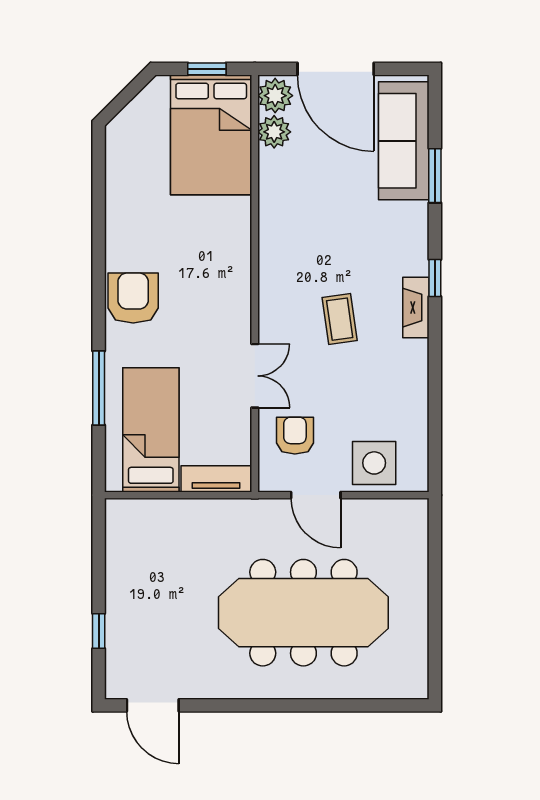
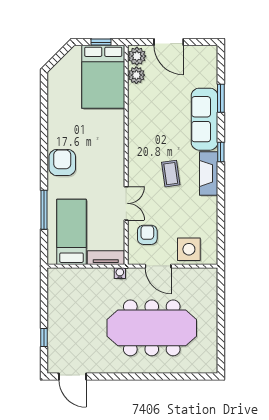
door: (336, 69) -> (169, 42), width x0.73
sofa: (404, 141) -> (204, 119), moved
fireplace: (416, 308) -> (209, 173), width x1.37, depth x1.32
water cooler: (243, 508) -> (120, 273), added

